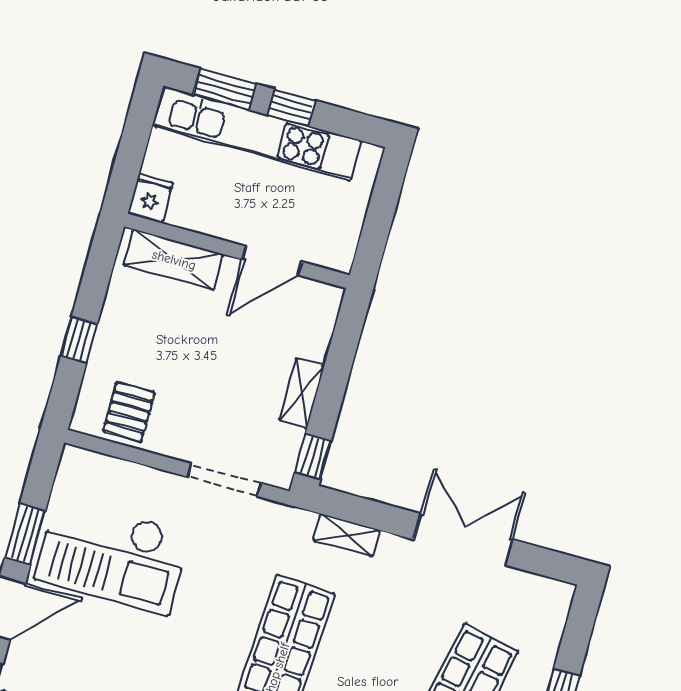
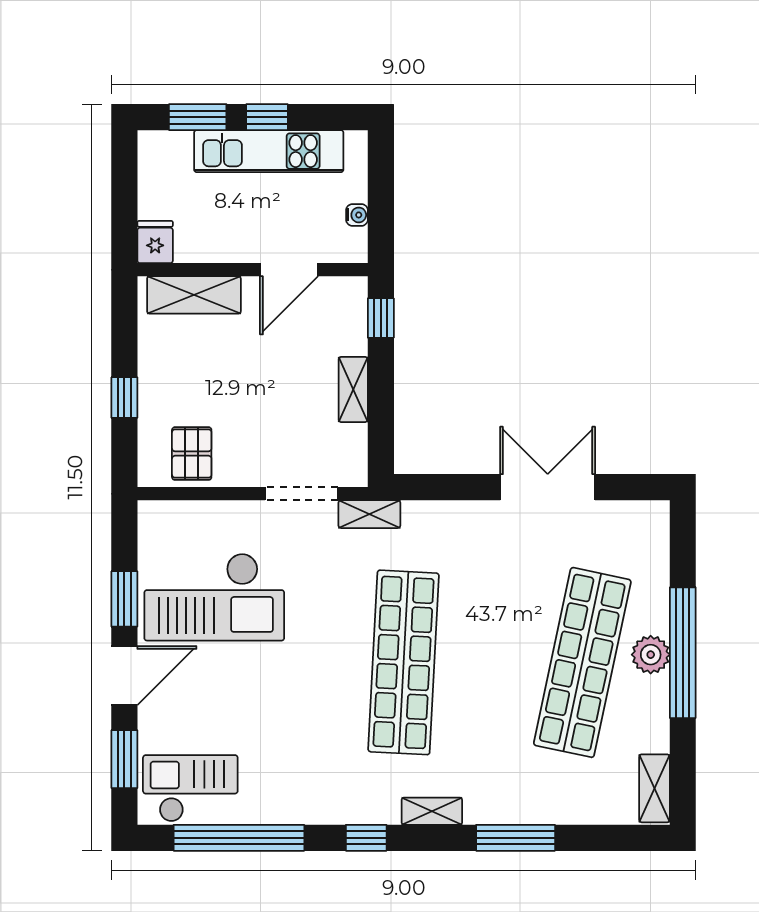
kitchen unit: (258, 134) -> (269, 151), width x0.73
water cooler: (352, 226) -> (357, 215), added
window: (313, 457) -> (381, 318), moved
shelving: (347, 535) -> (369, 514), moved

